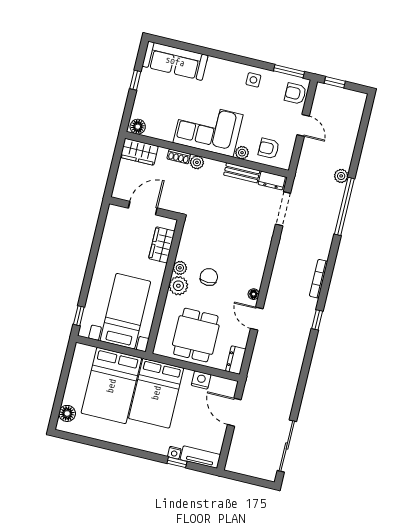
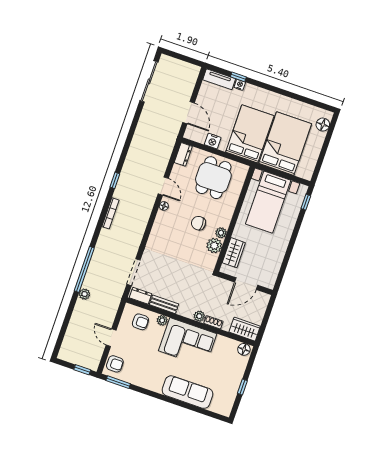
sofa: (175, 61) -> (187, 392), moved
side table: (253, 80) -> (147, 378), removed
chair: (209, 277) -> (199, 223), turned 90
plant: (178, 286) -> (214, 246), moved

